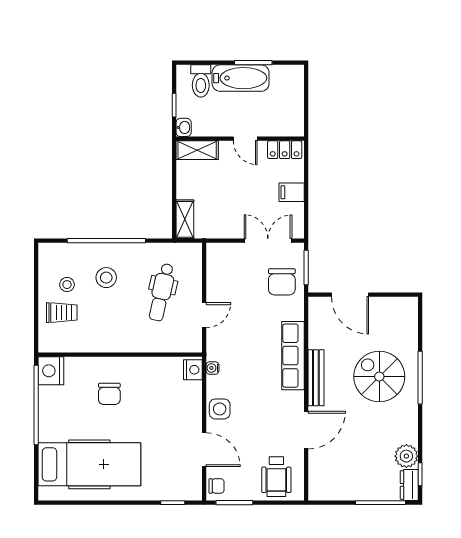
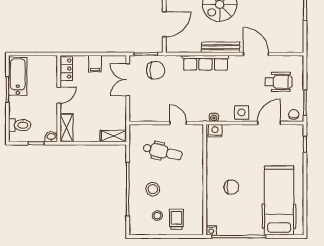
bathtub: (241, 78) -> (18, 76), moved
nightstand: (51, 371) -> (211, 230), width x0.53, depth x0.56
wheelchair: (276, 477) -> (279, 82), moved

